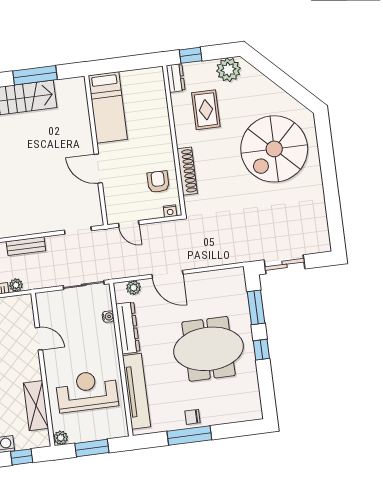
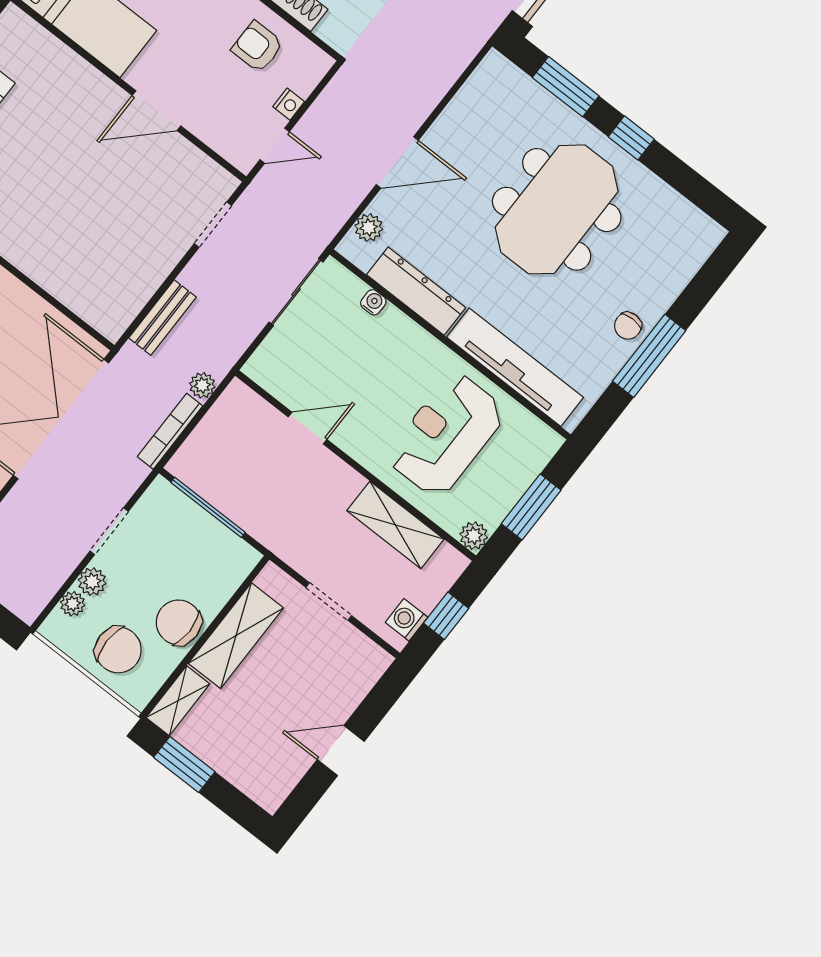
nightstand: (170, 211) -> (289, 104), moved

